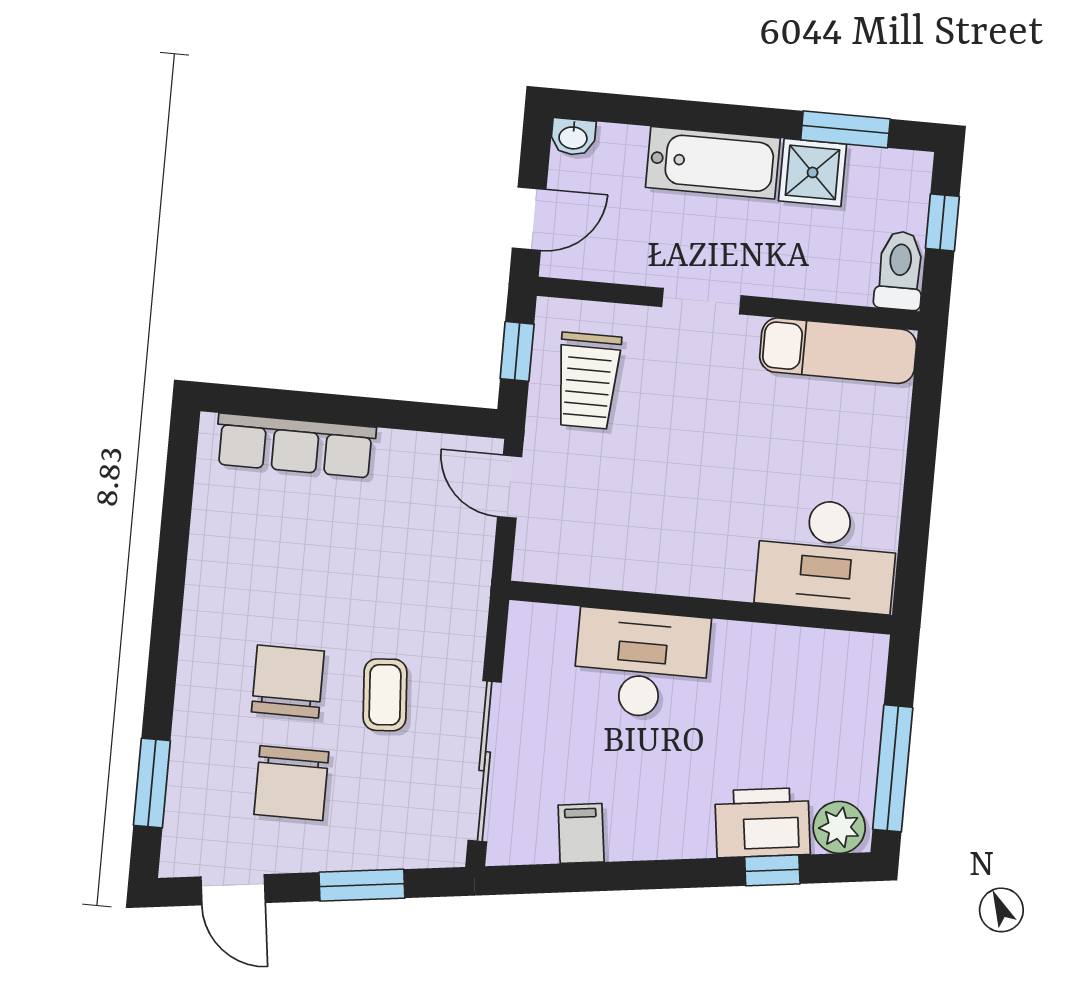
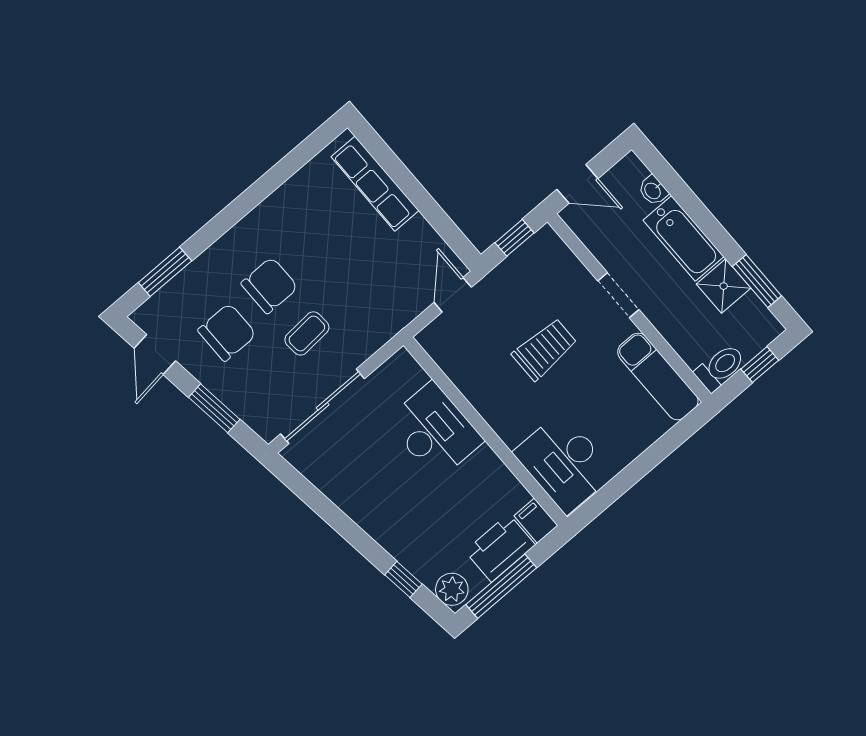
washbasin: (573, 137) -> (653, 190), moved
trolley: (588, 381) -> (545, 349), moved, turned 180
chair: (291, 783) -> (227, 332), turned 180
printer: (763, 823) -> (500, 548), moved, turned -83
filing cabinet: (581, 833) -> (536, 521), moved, turned -83

